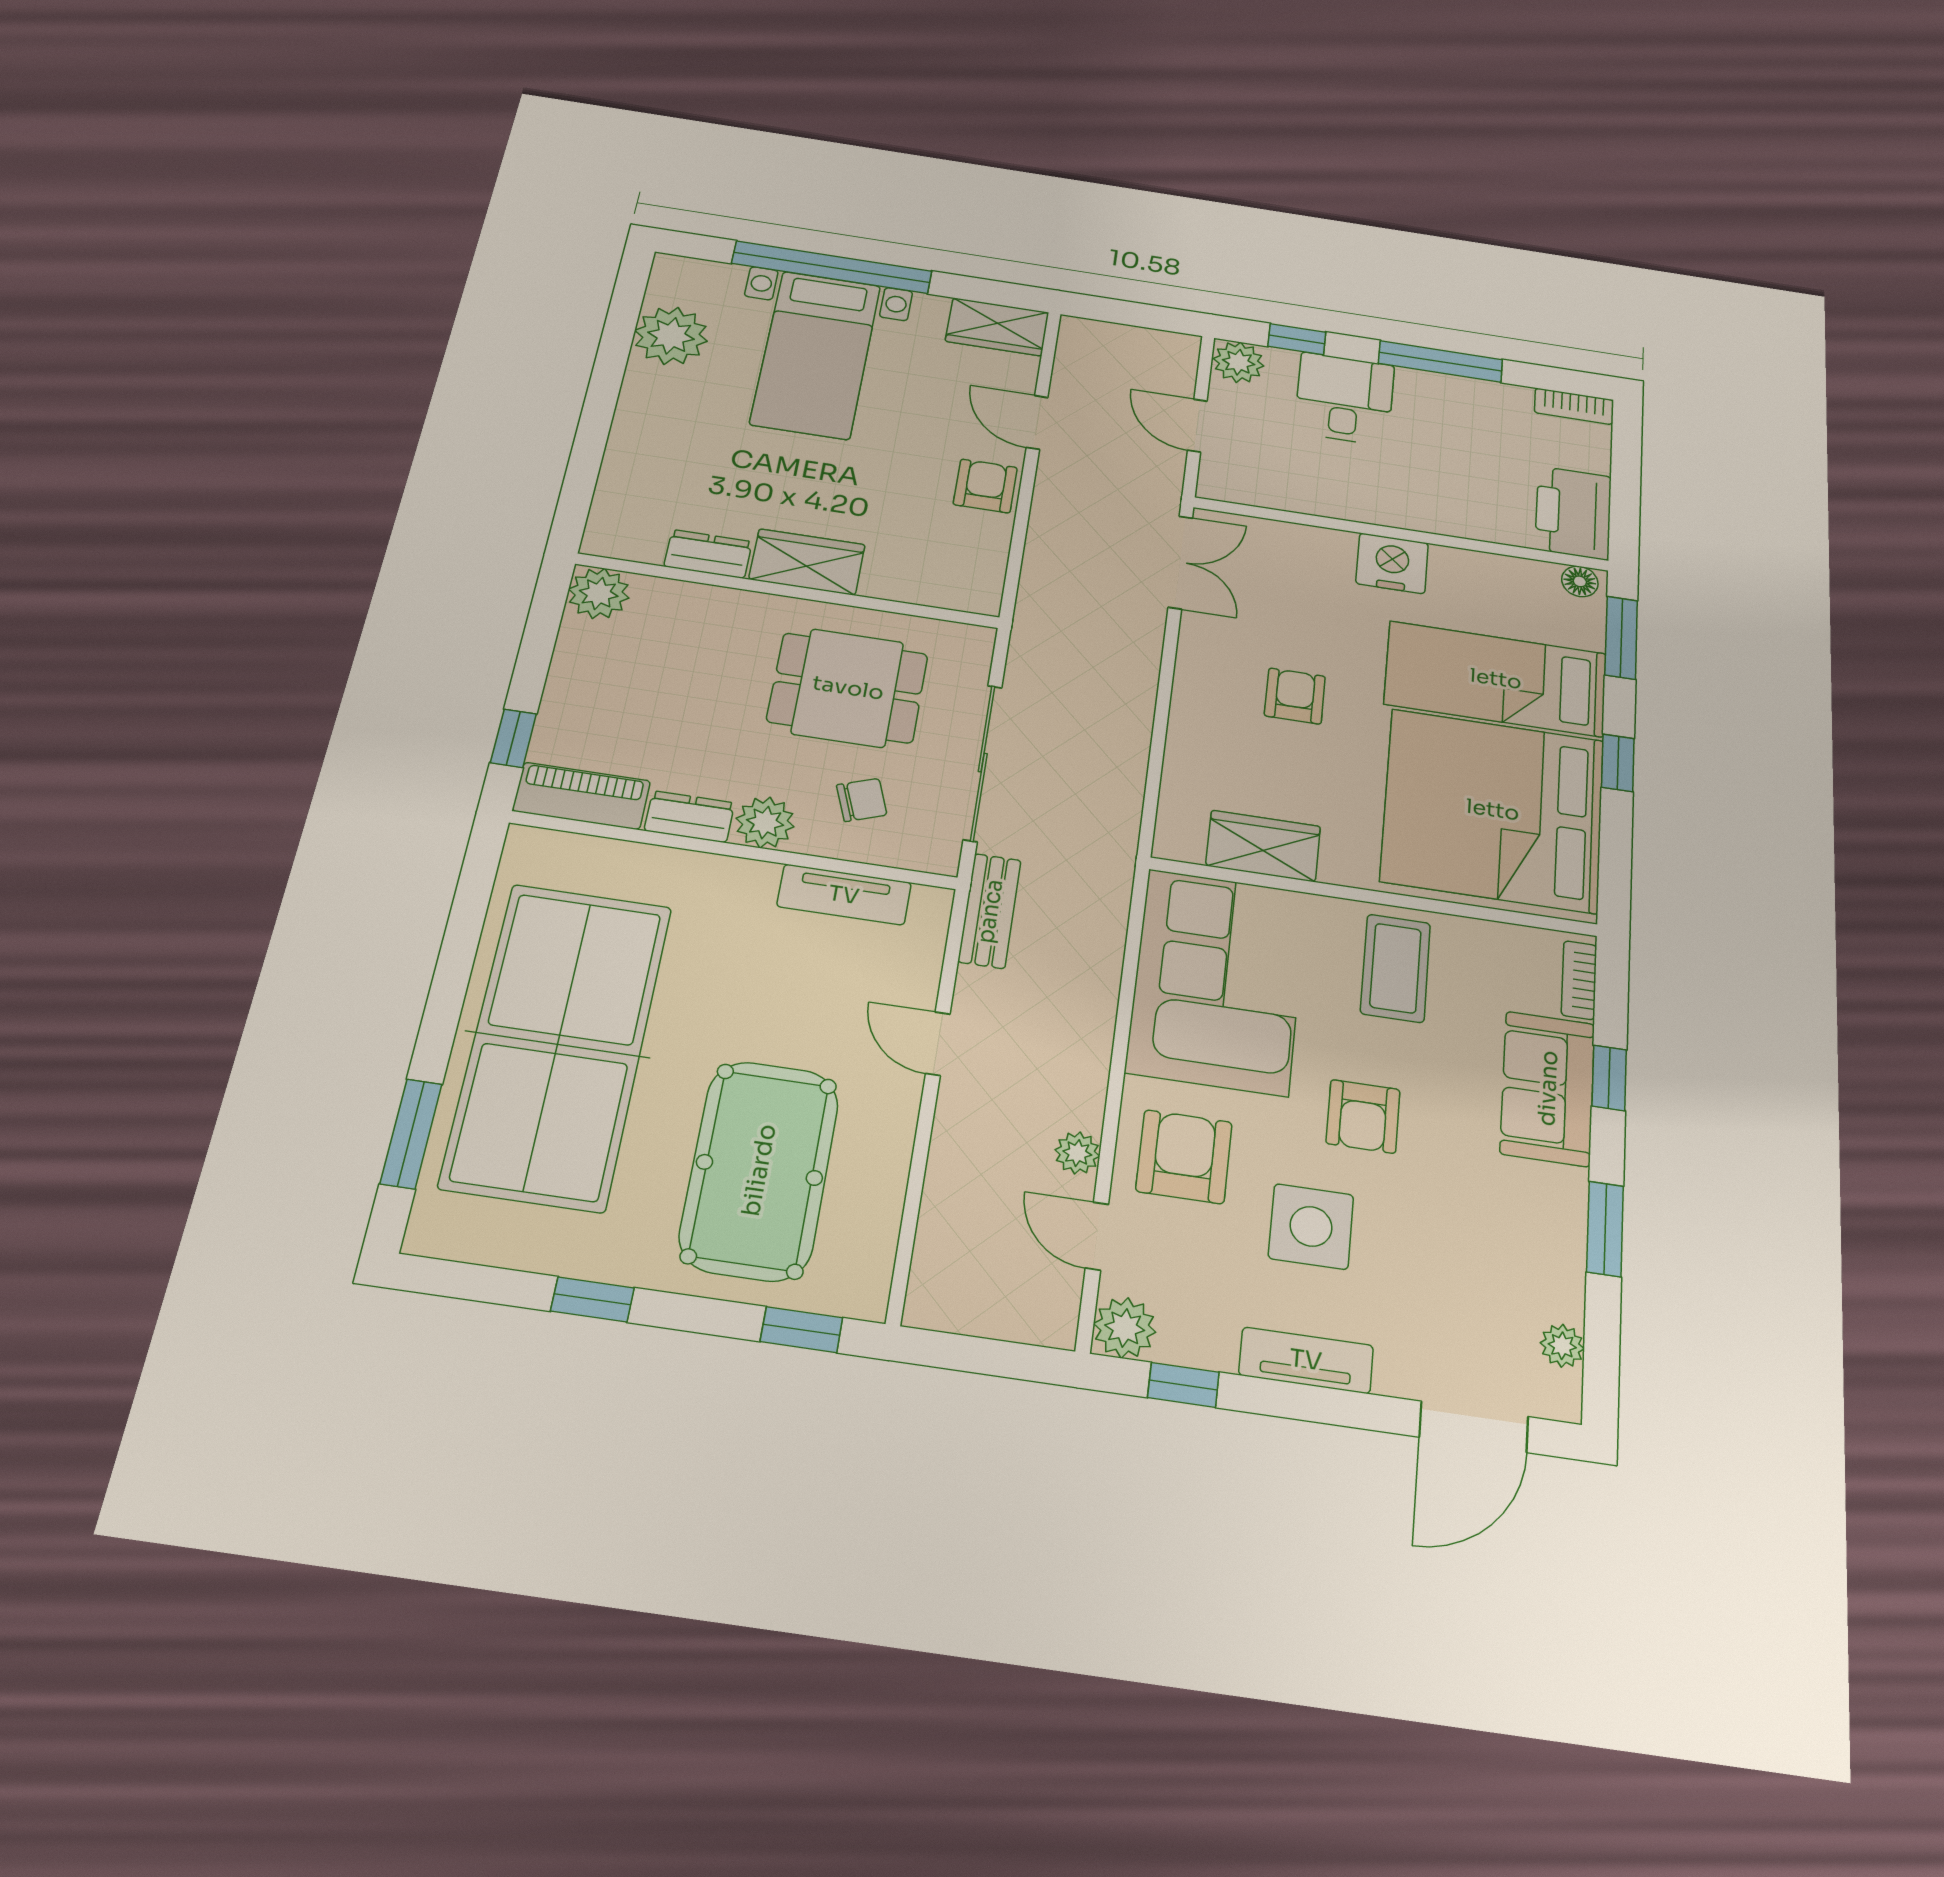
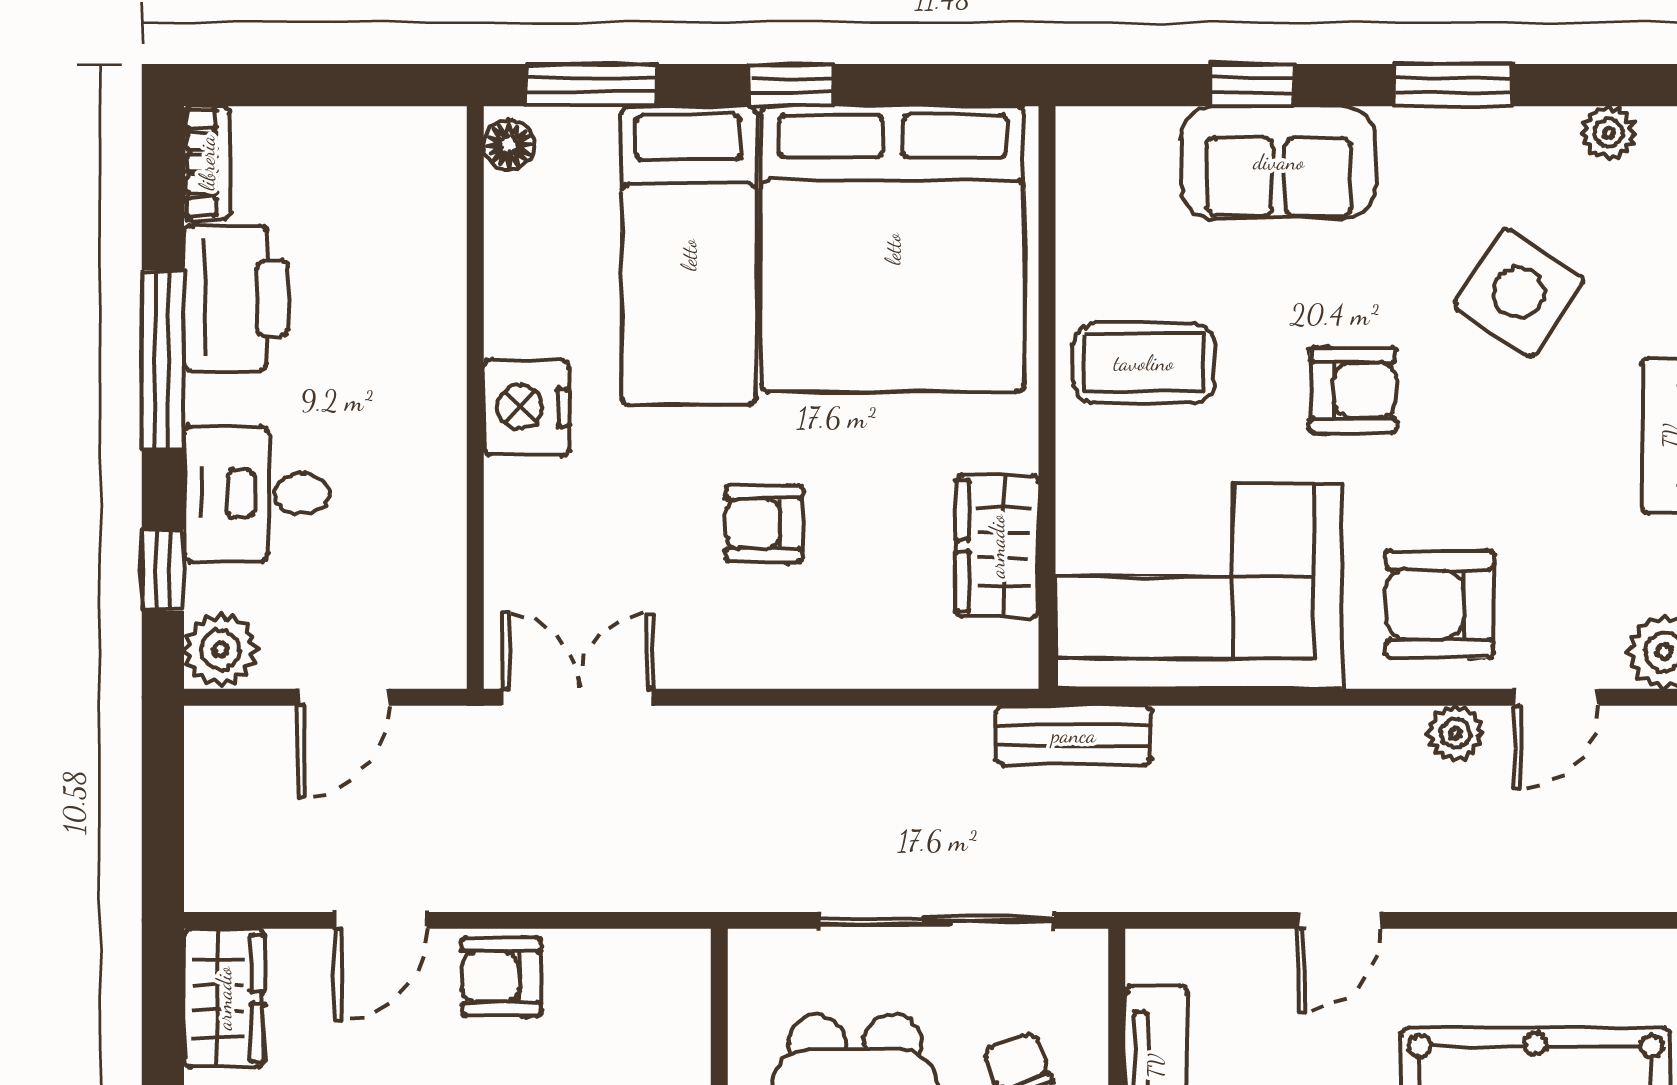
printer: (1573, 513) -> (236, 298), moved, turned -90
bench: (990, 911) -> (1074, 735), moved
bookcase: (1579, 980) -> (1122, 127), removed
side table: (1311, 1226) -> (1519, 292), moved, turned 34

